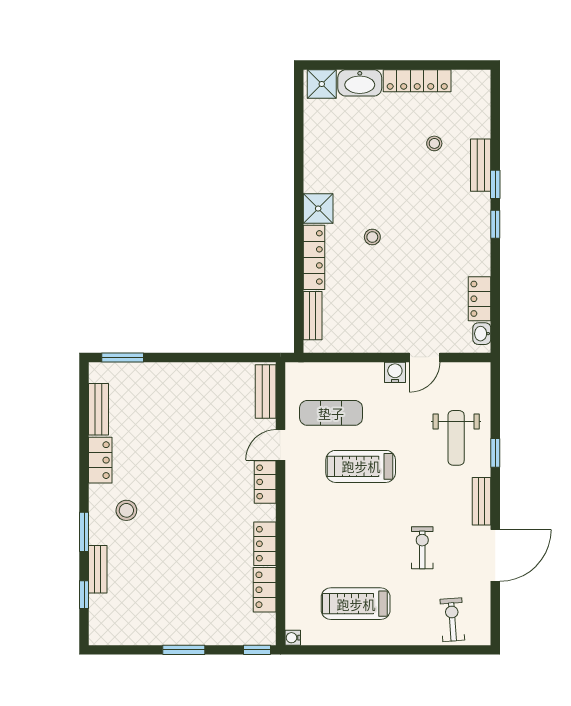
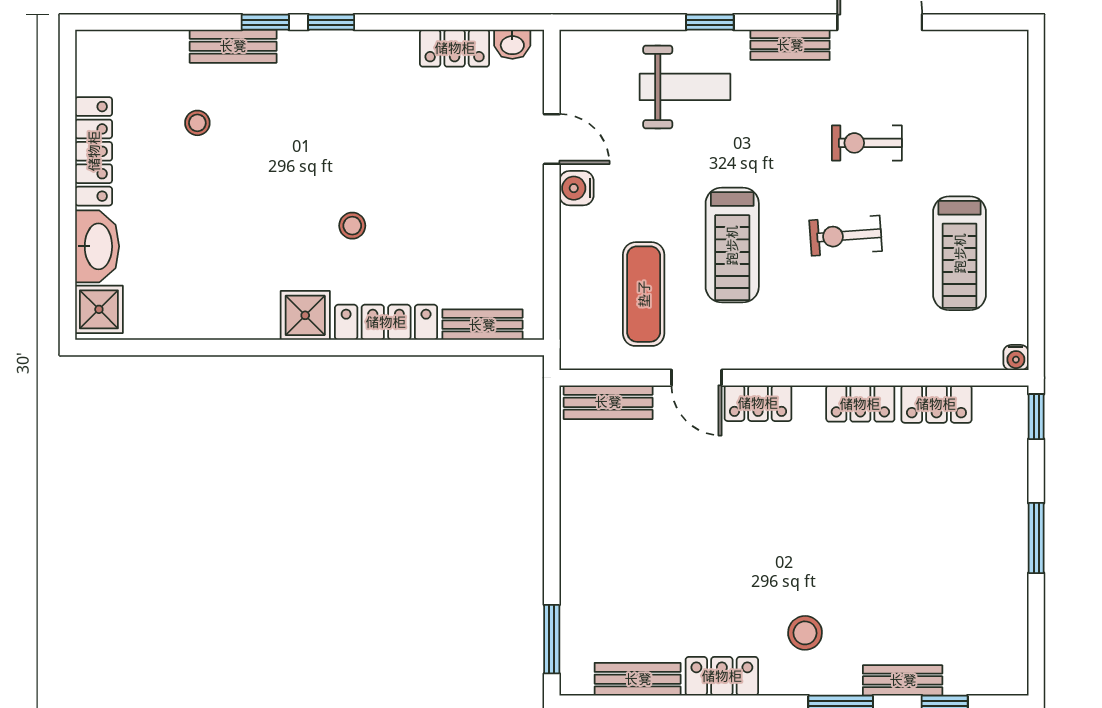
exercise bike: (452, 620) -> (846, 236), moved

